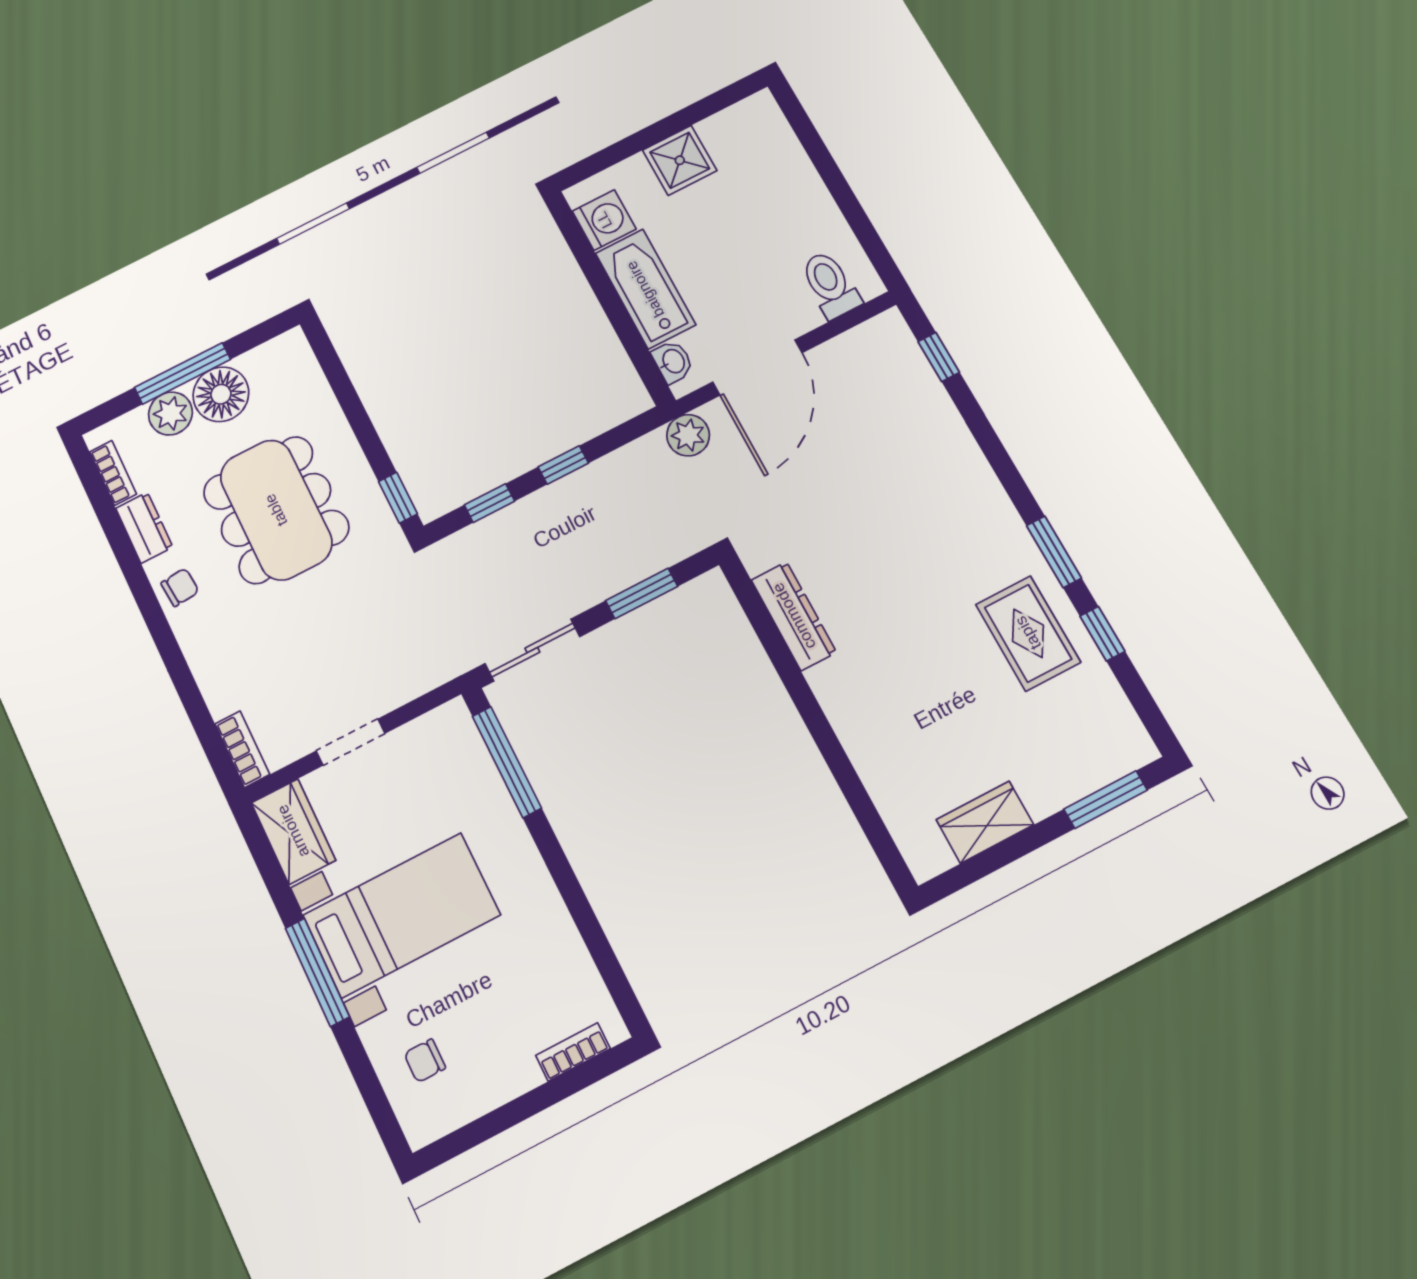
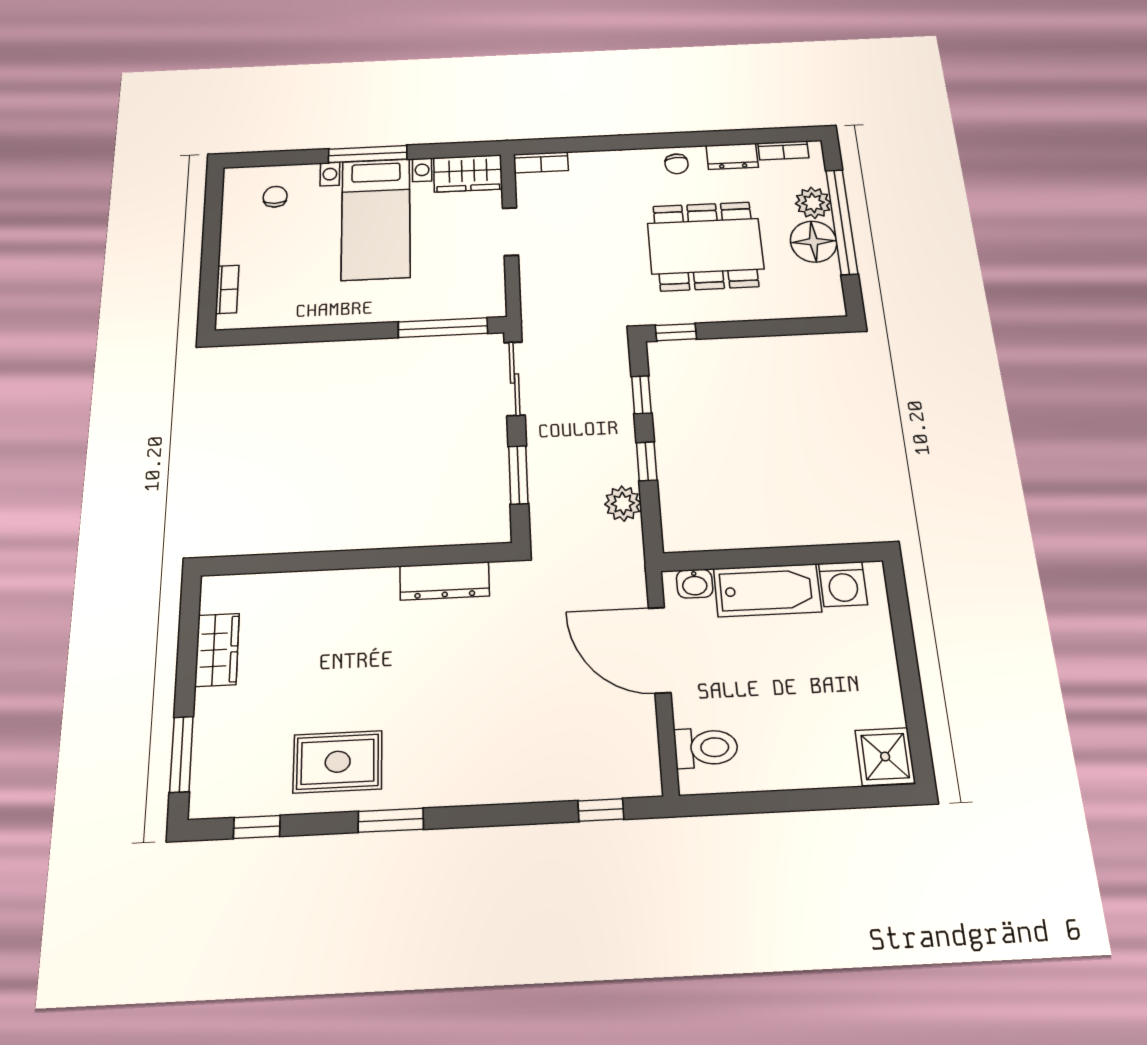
shower: (680, 160) -> (885, 757), moved
window: (182, 373) -> (842, 222), width x1.46
plant: (688, 435) -> (623, 503), moved
window: (1102, 634) -> (257, 827), moved

